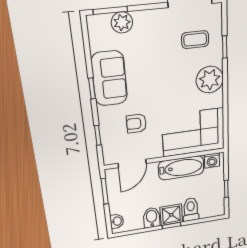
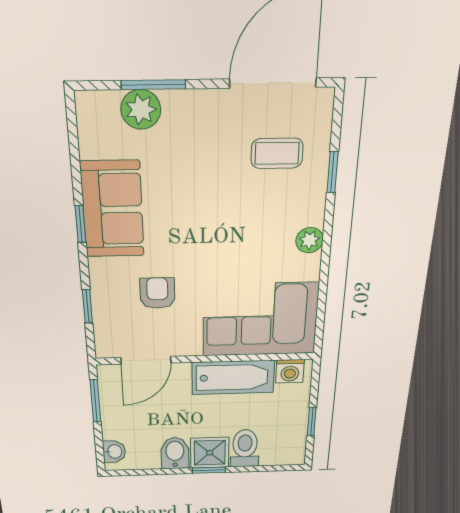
window: (110, 10) -> (153, 85), moved
plant: (210, 80) -> (310, 240), width x0.53, depth x0.53
armchair: (136, 123) -> (157, 293), turned 90

